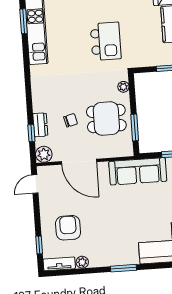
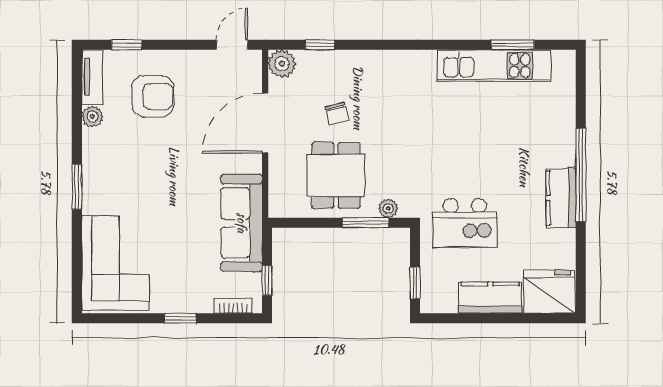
kitchen island: (106, 41) -> (465, 223), moved
dresser: (40, 125) -> (333, 61), removed
window: (135, 128) -> (366, 223), moved
door: (35, 184) -> (232, 45), hinge flipped

